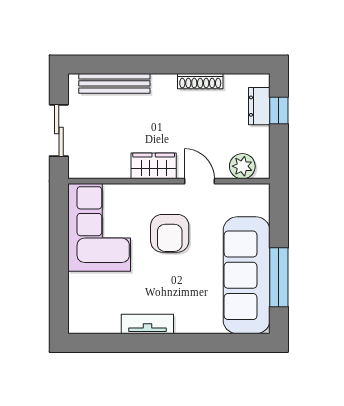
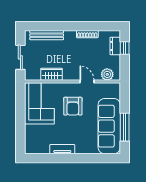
wardrobe: (154, 166) -> (52, 74), moved

